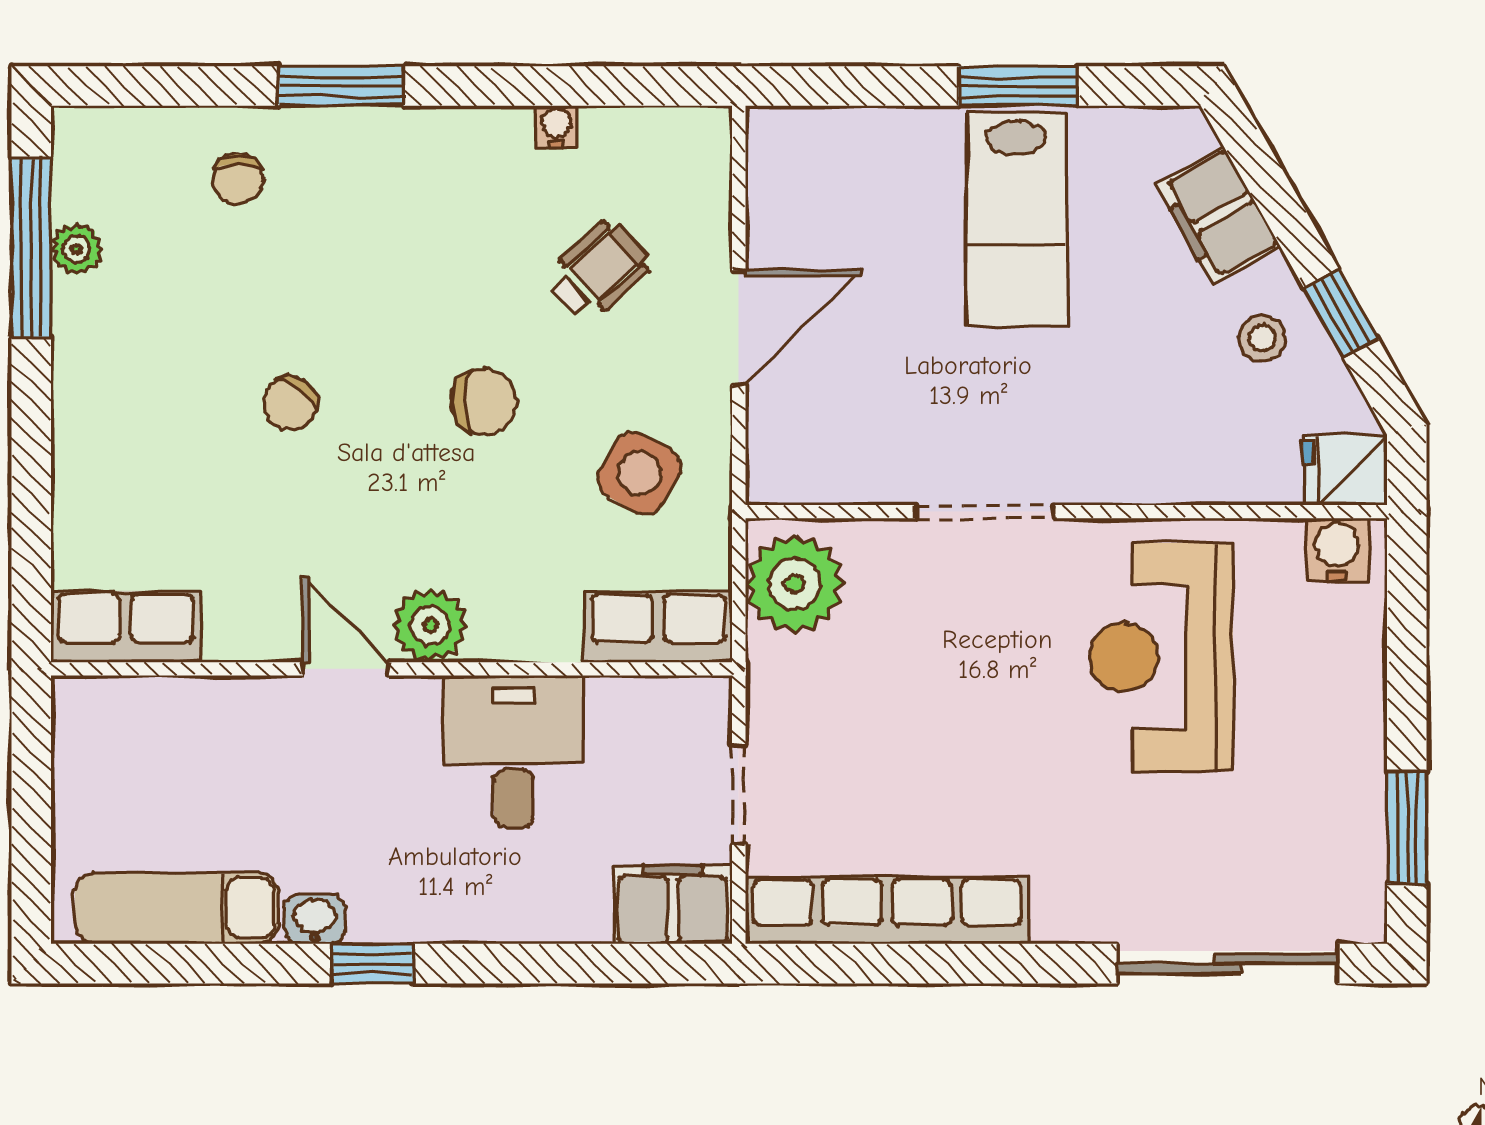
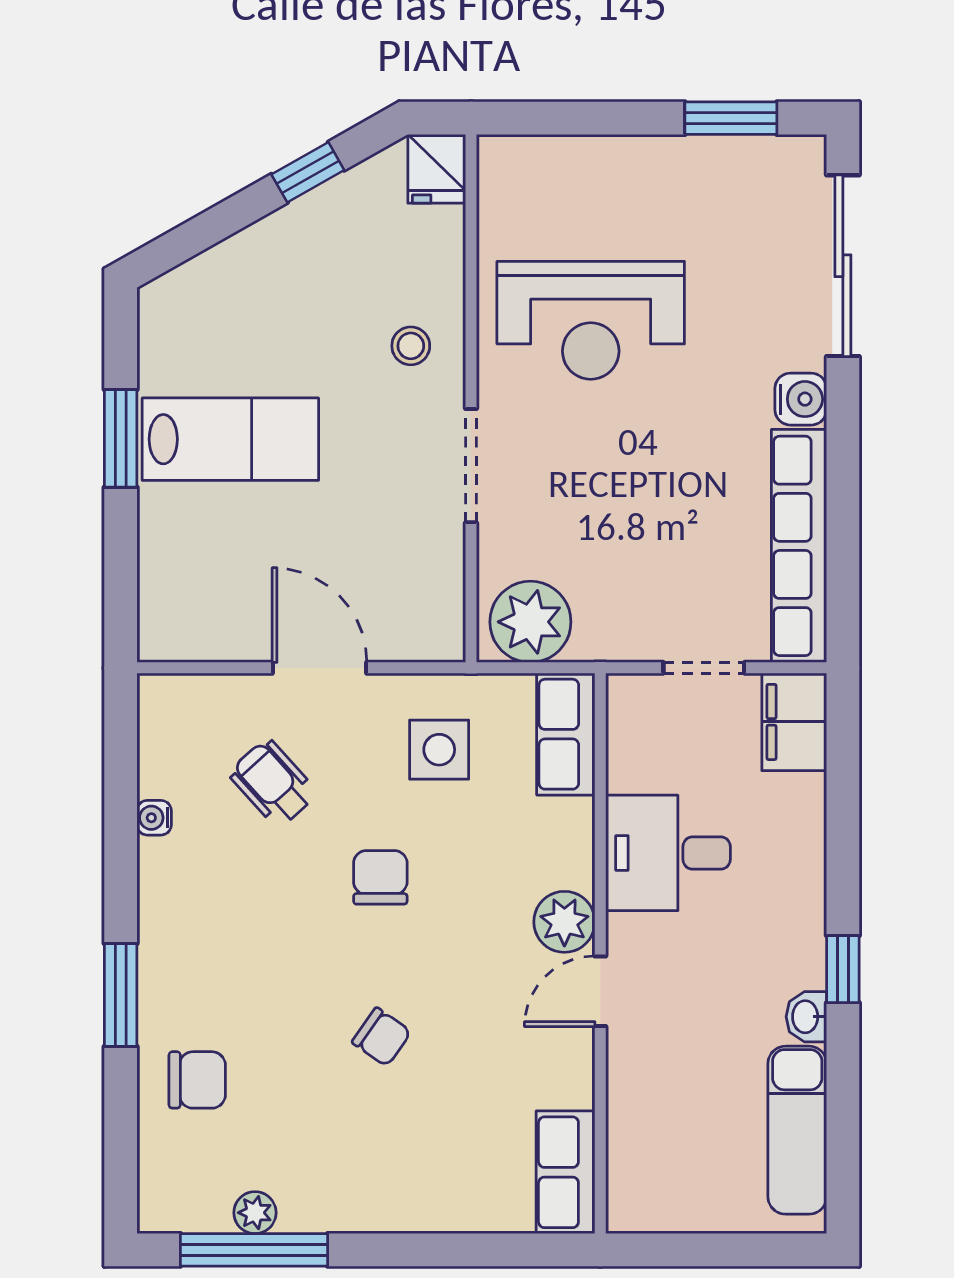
chair: (238, 179) -> (197, 1080), width x1.37, depth x1.37
filing cabinet: (1218, 215) -> (227, 273), removed
stool: (1262, 338) -> (411, 346), moved
side table: (639, 473) -> (439, 750), turned -30
water cooler: (1337, 550) -> (801, 399), moved, turned 180

